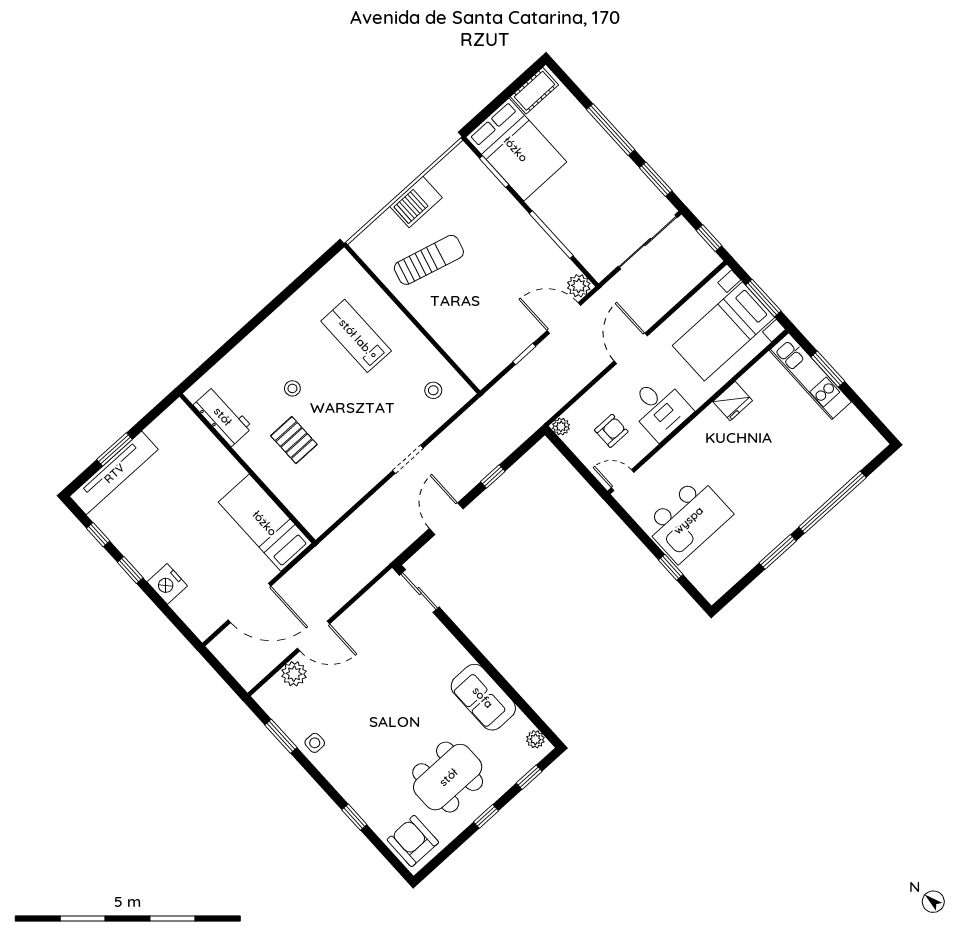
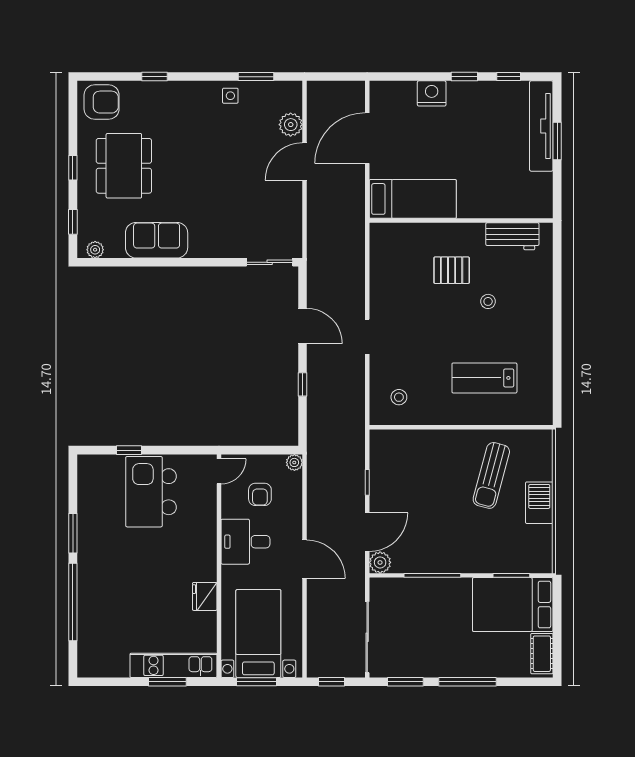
lab bench: (356, 336) -> (484, 378), turned 180

